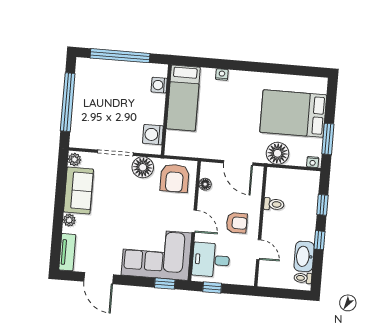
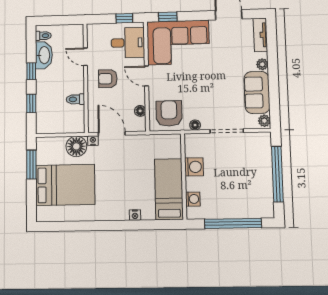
washing machine: (153, 135) -> (194, 167), moved
nightstand: (313, 162) -> (93, 141), moved
floor lamp: (143, 167) -> (195, 125), width x0.53, depth x0.53

